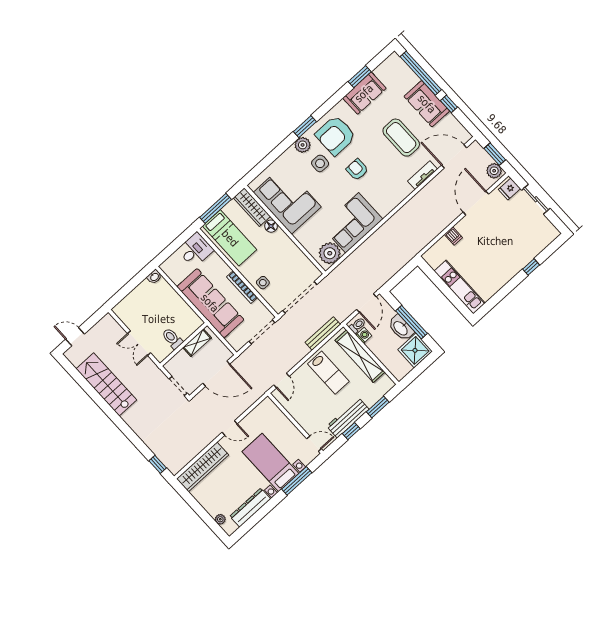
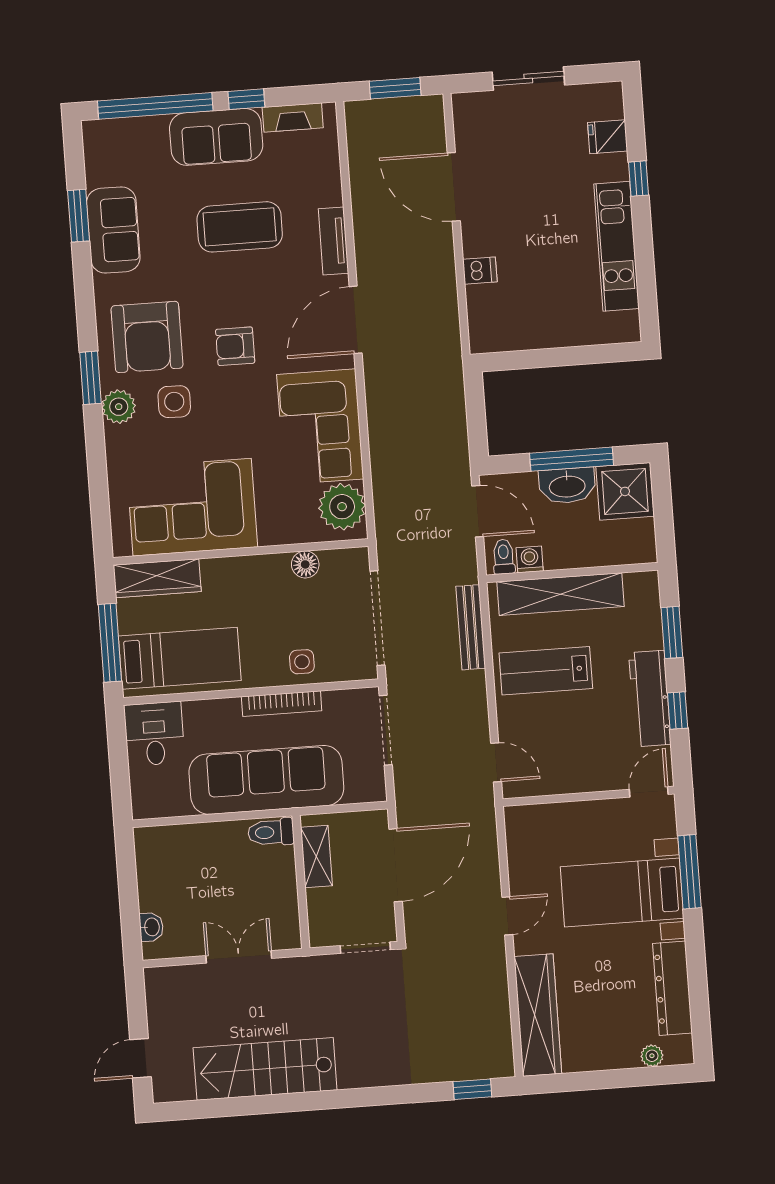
fireplace: (455, 126) -> (293, 117), added
door: (454, 156) -> (356, 320), moved
plant: (494, 171) -> (423, 112), removed
fridge: (509, 189) -> (608, 137), moved, turned 90
floor lamp: (271, 226) -> (305, 564), moved
washbasin: (154, 277) -> (151, 927), moved
kitchen unit: (460, 287) -> (616, 246), moved, turned -90
toilet: (172, 338) -> (271, 832), moved
double door: (139, 343) -> (239, 957), swing flipped
lab bench: (328, 373) -> (546, 671), turned 180

